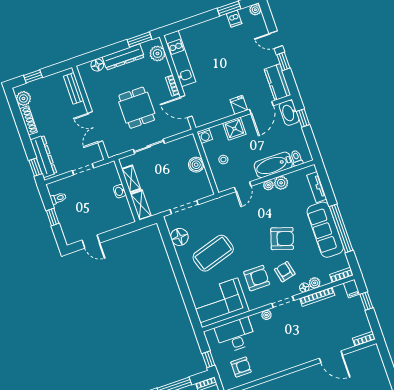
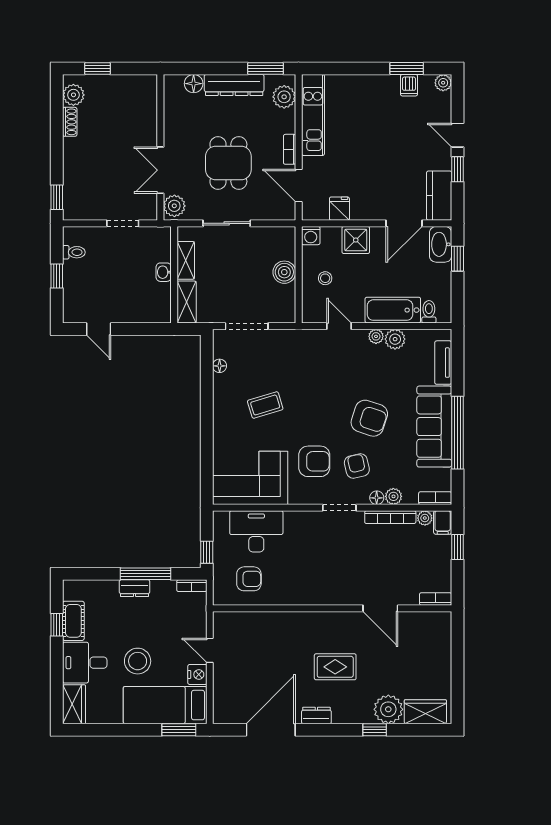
bench: (74, 88) -> (149, 105), removed
fridge: (239, 105) -> (339, 209), moved
shoe rack: (28, 120) -> (70, 122), width x0.70
plant: (112, 147) -> (174, 206), added
dresser: (43, 157) -> (73, 186), removed
door: (243, 187) -> (339, 326), swing flipped
floor lamp: (179, 237) -> (220, 366), width x0.53, depth x0.53
coffee table: (213, 253) -> (265, 405), width x0.54, depth x0.58
plant: (266, 315) -> (425, 518), moved

